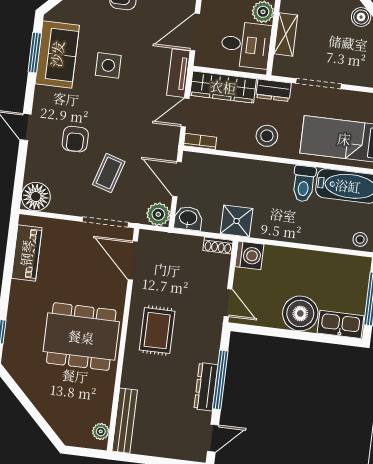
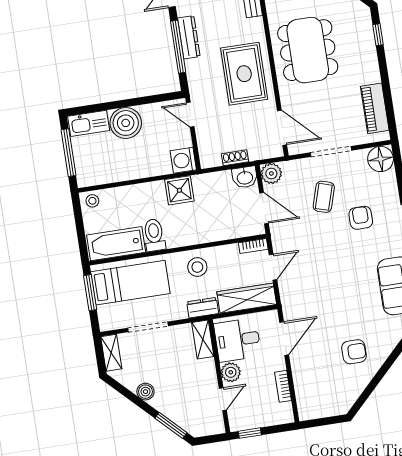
shelving: (286, 34) -> (203, 339), moved
side table: (108, 65) -> (350, 289), removed
tv unit: (178, 73) -> (288, 299), removed
doorway: (319, 84) -> (148, 327), moved
shower: (237, 221) -> (179, 190), moved
doorway: (105, 222) -> (331, 151), moved
shoe rack: (218, 246) -> (235, 158), moved
rug: (157, 331) -> (244, 74), width x1.36, depth x1.43
dining table: (81, 337) -> (308, 50), turned 90

